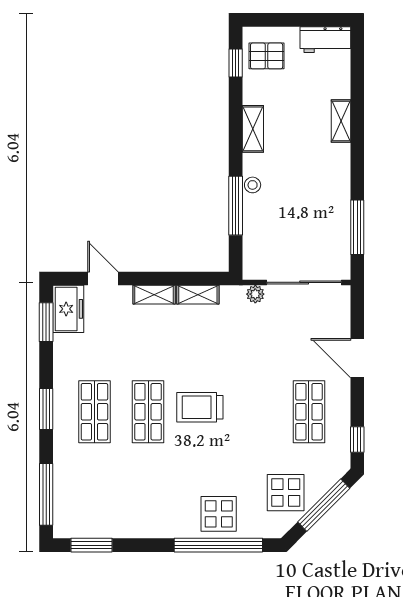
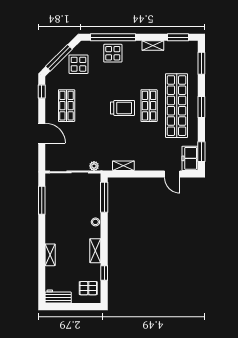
window: (236, 63) -> (104, 273), moved
window: (236, 206) -> (104, 197), moved
shelving: (154, 295) -> (153, 46), moved
shop shelf: (94, 412) -> (177, 106), width x2.00, depth x1.36
window: (46, 494) -> (201, 63), width x0.69

